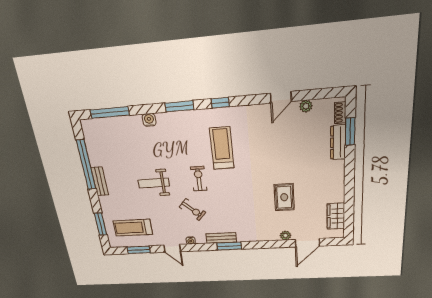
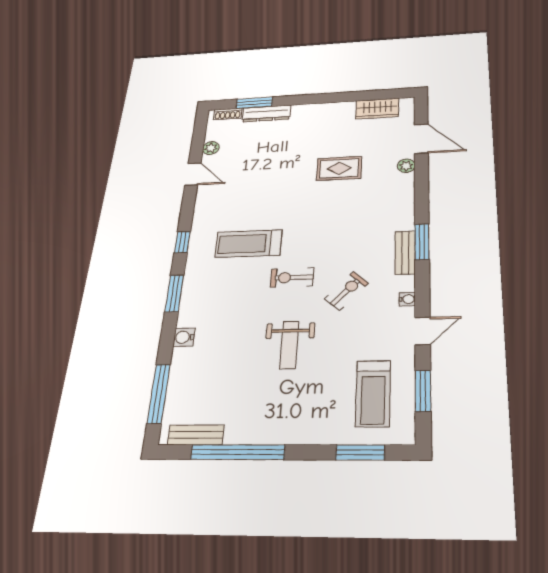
bench: (100, 181) -> (196, 435), moved

